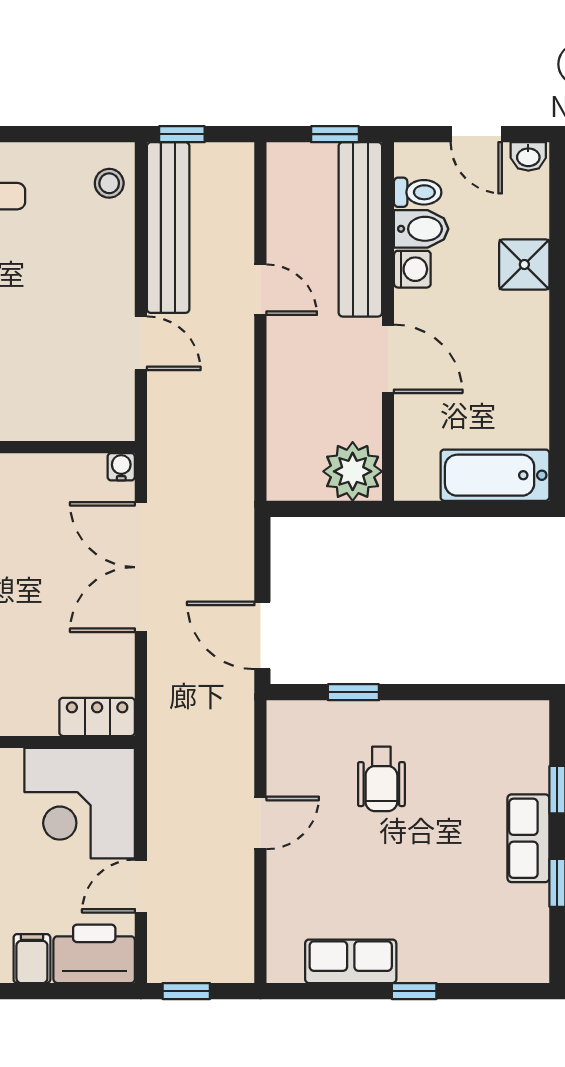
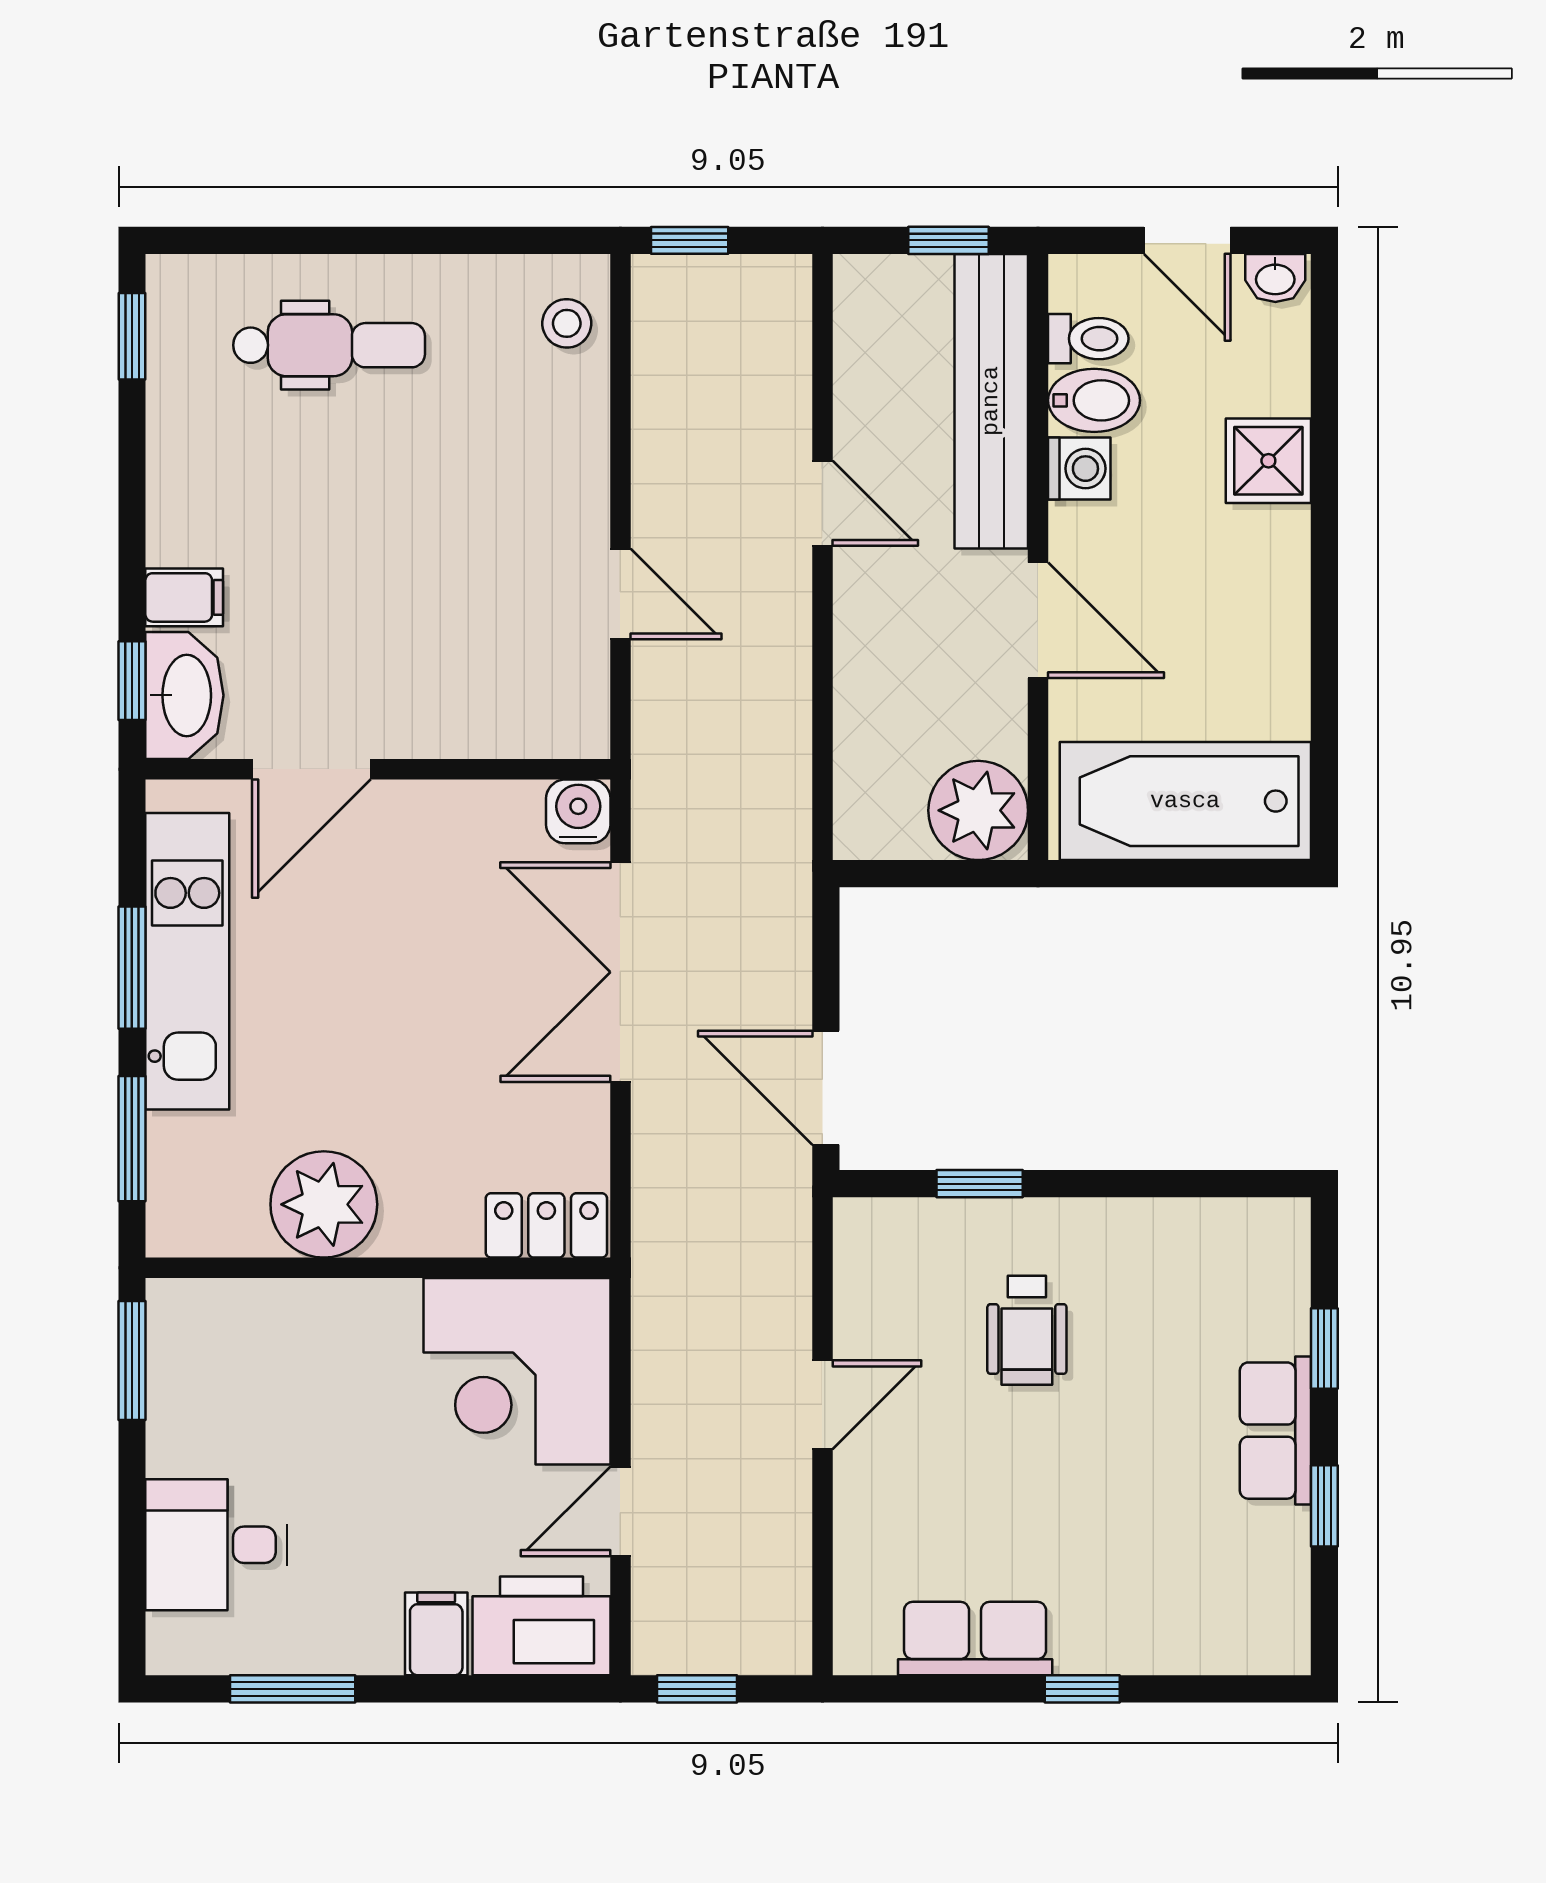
bench: (168, 228) -> (666, 398), removed
water cooler: (121, 467) -> (578, 811), width x1.38, depth x1.38
bathtub: (495, 475) -> (1185, 801), width x1.36, depth x1.36

